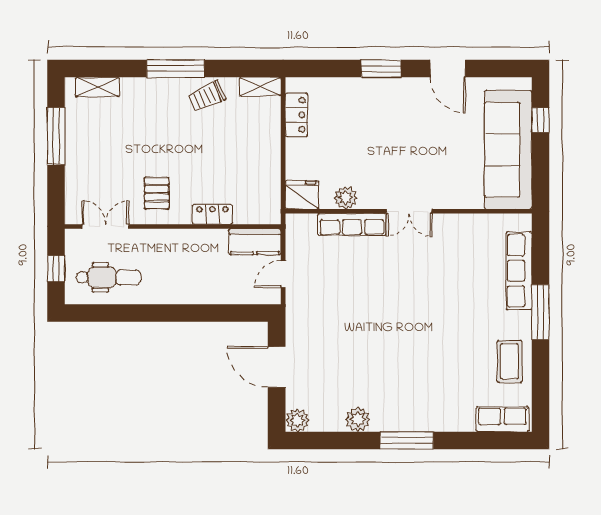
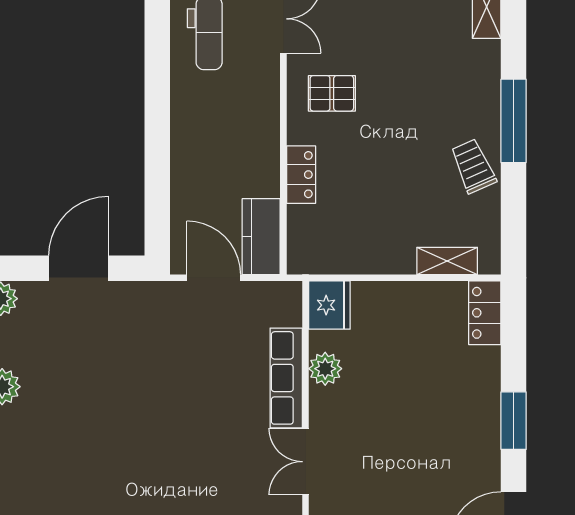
shelving: (260, 87) -> (447, 261), moved, turned 90
locker: (296, 115) -> (485, 313), moved, turned 90
door: (283, 274) -> (214, 278), width x1.38

